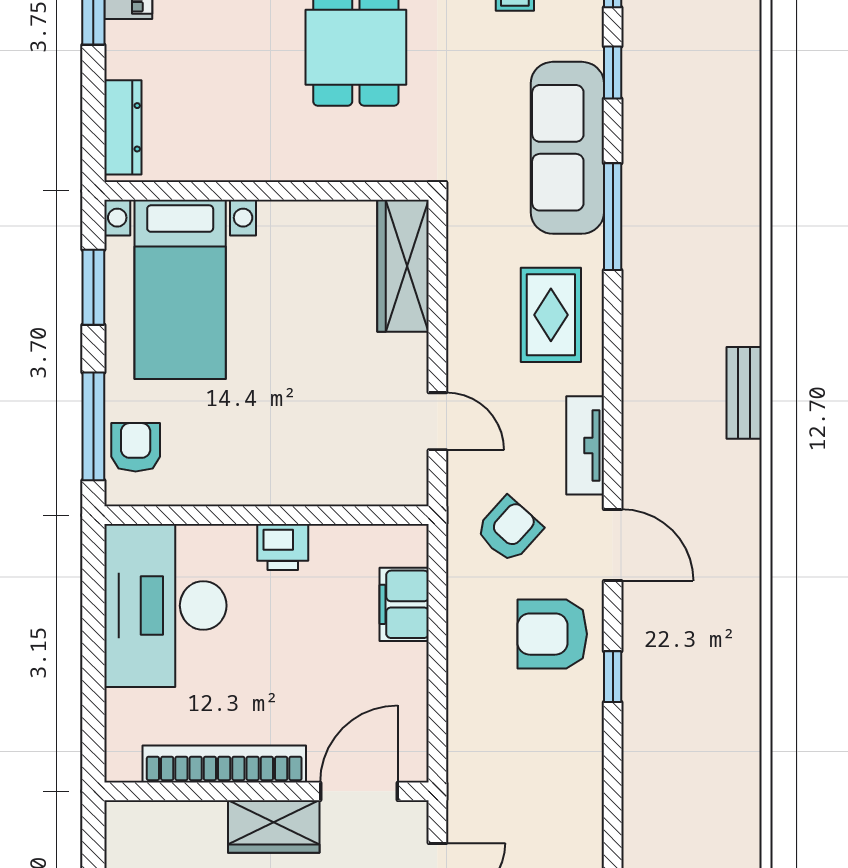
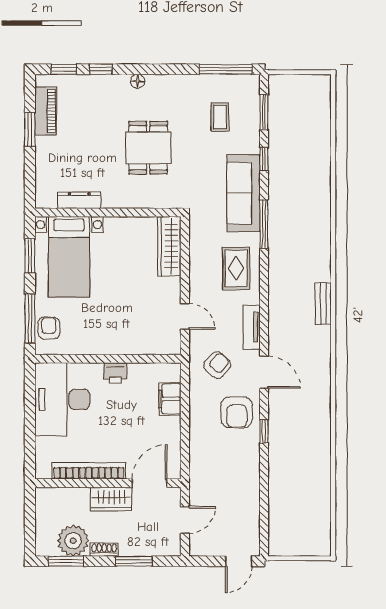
dresser: (123, 127) -> (79, 200), moved, turned -90
armchair: (552, 634) -> (237, 412), turned -90

